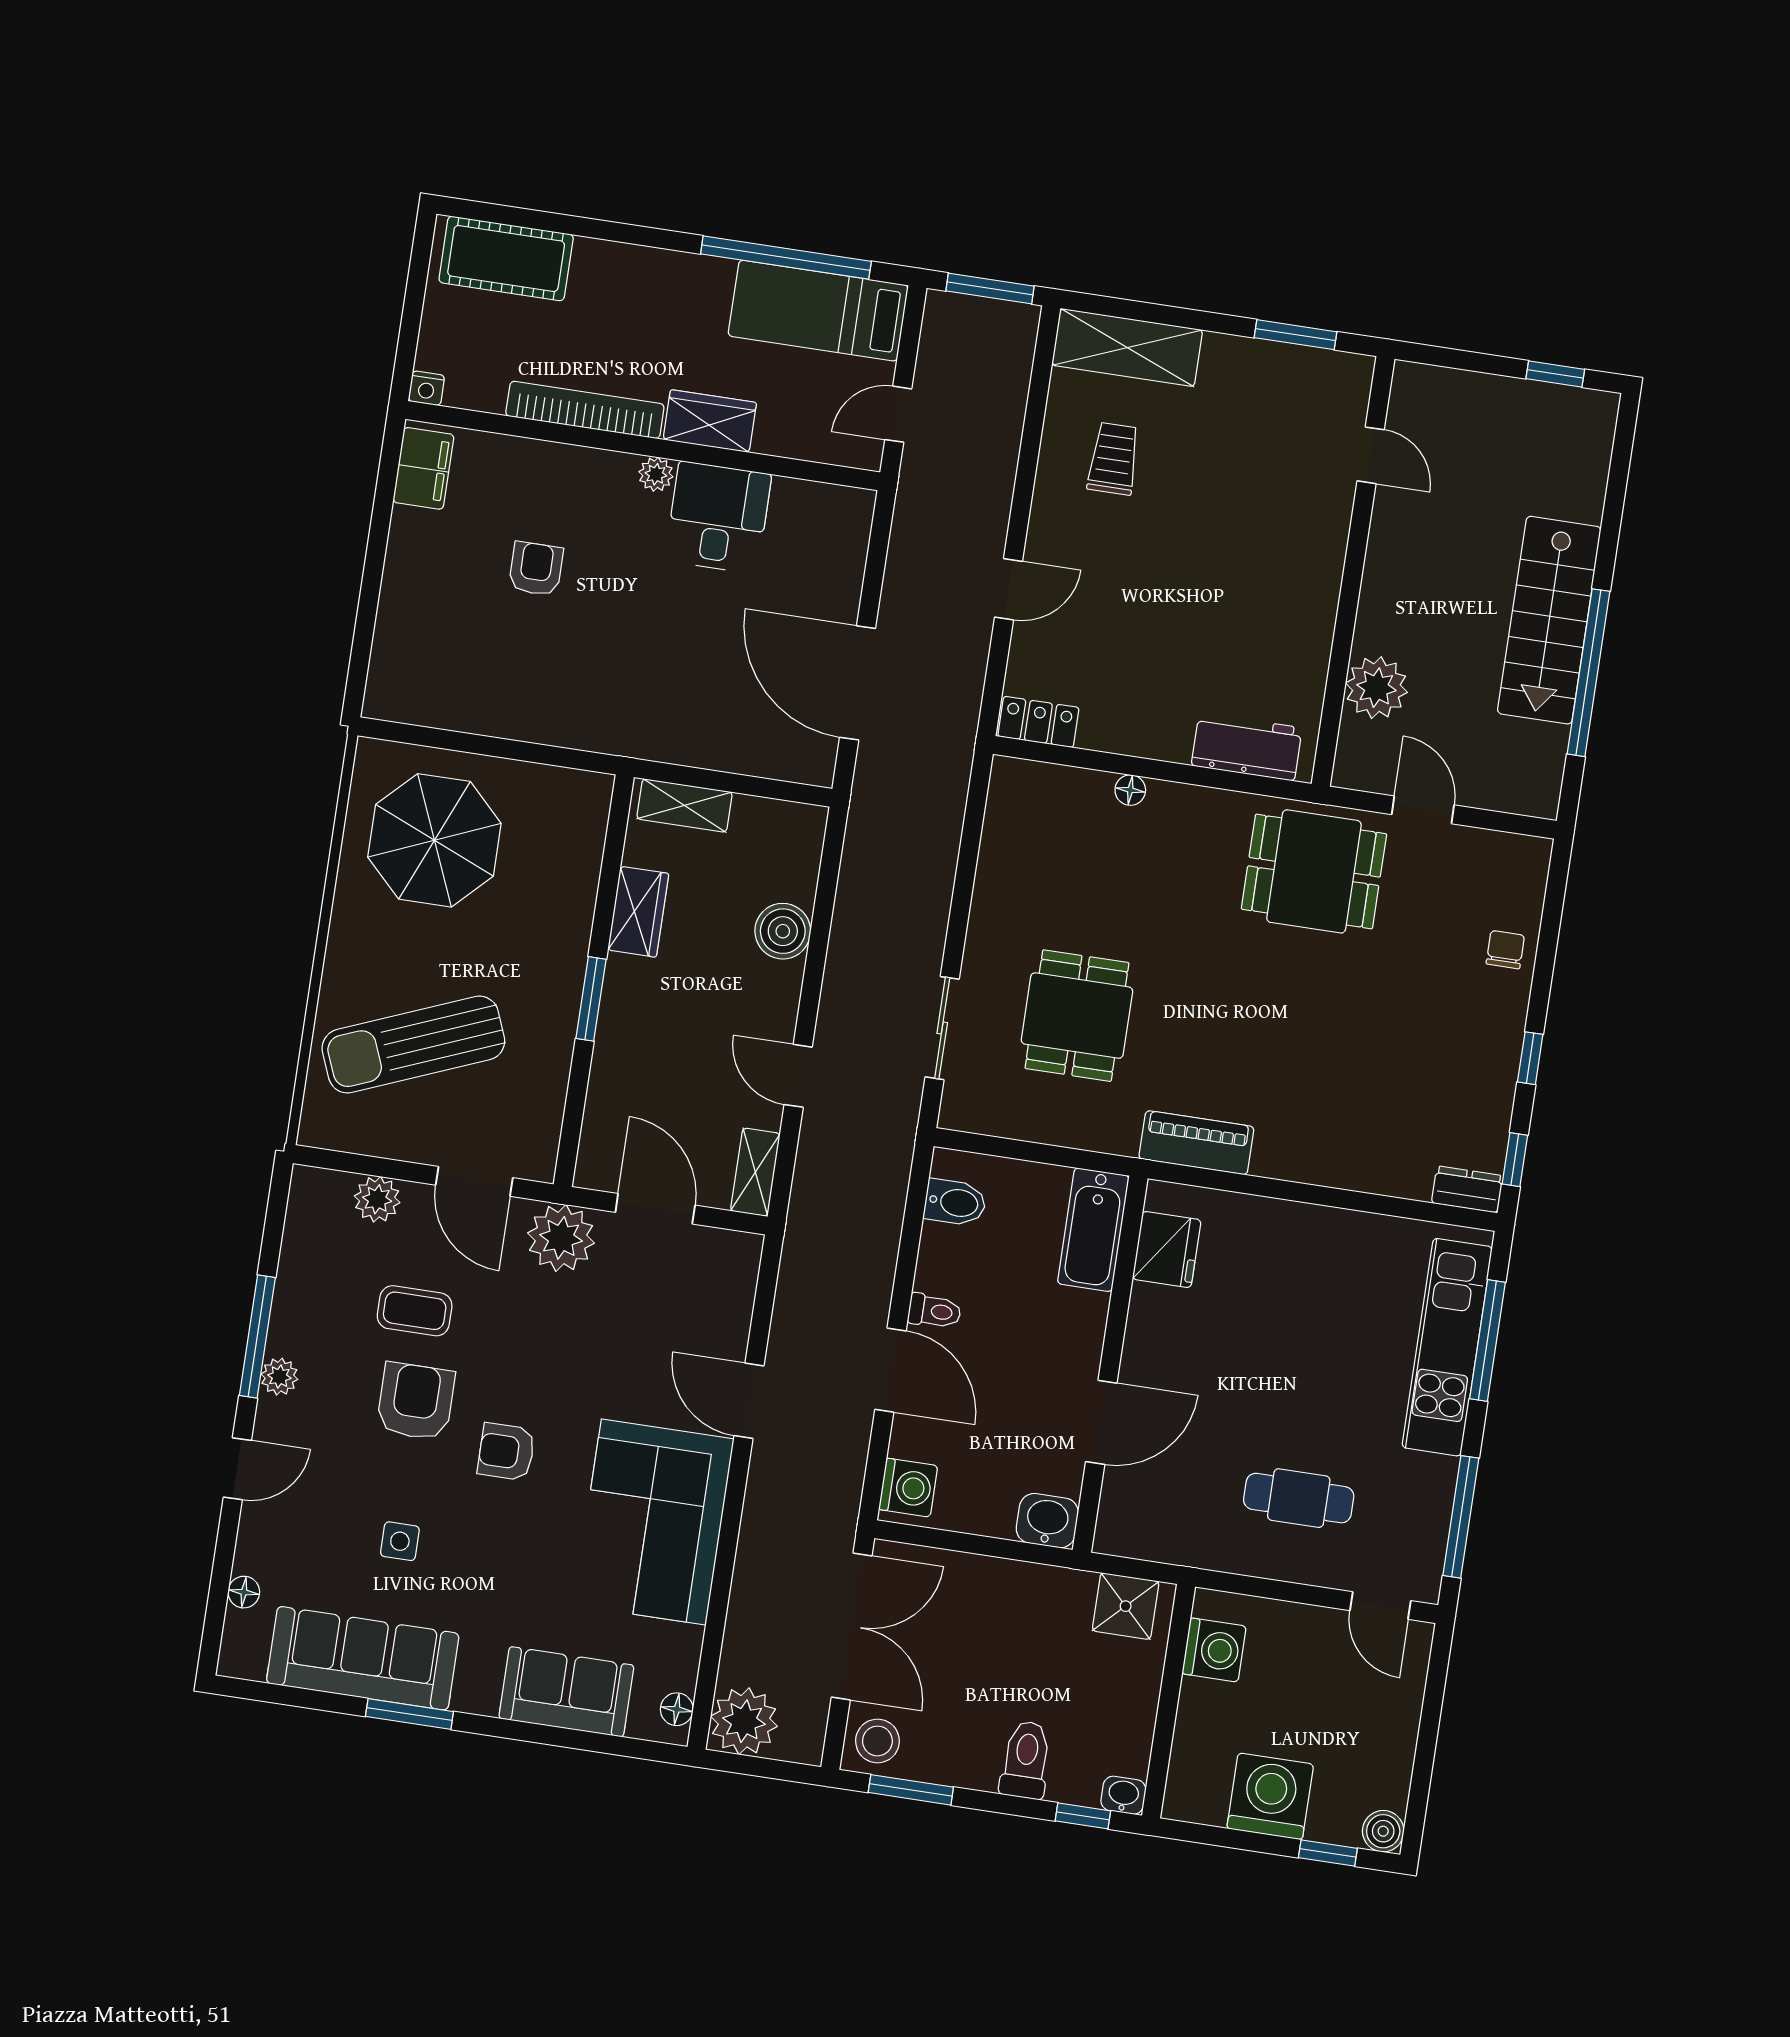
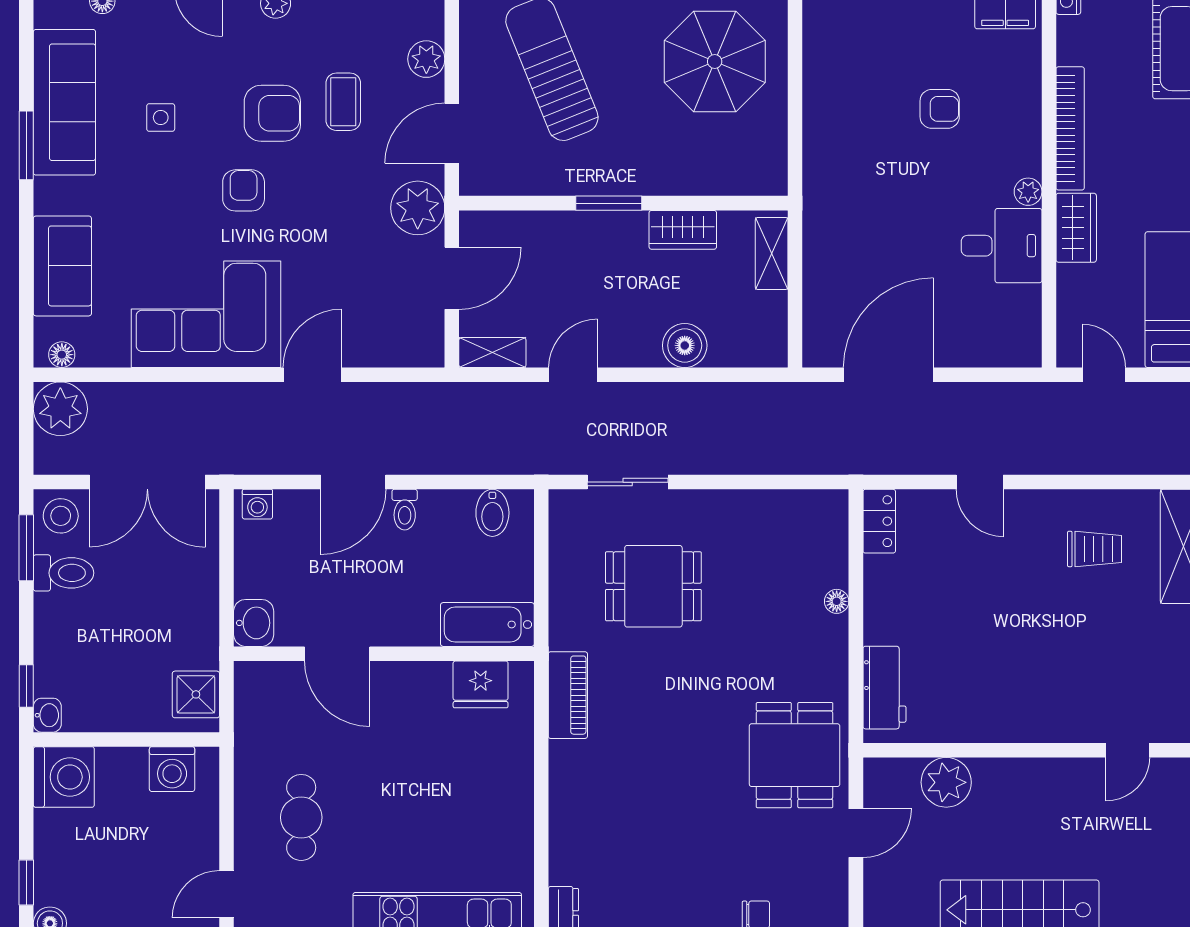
washing machine: (908, 1488) -> (257, 504), width x0.73, depth x0.73
toilet: (1026, 1760) -> (64, 573), moved
washing machine: (1270, 1796) -> (64, 777), moved

